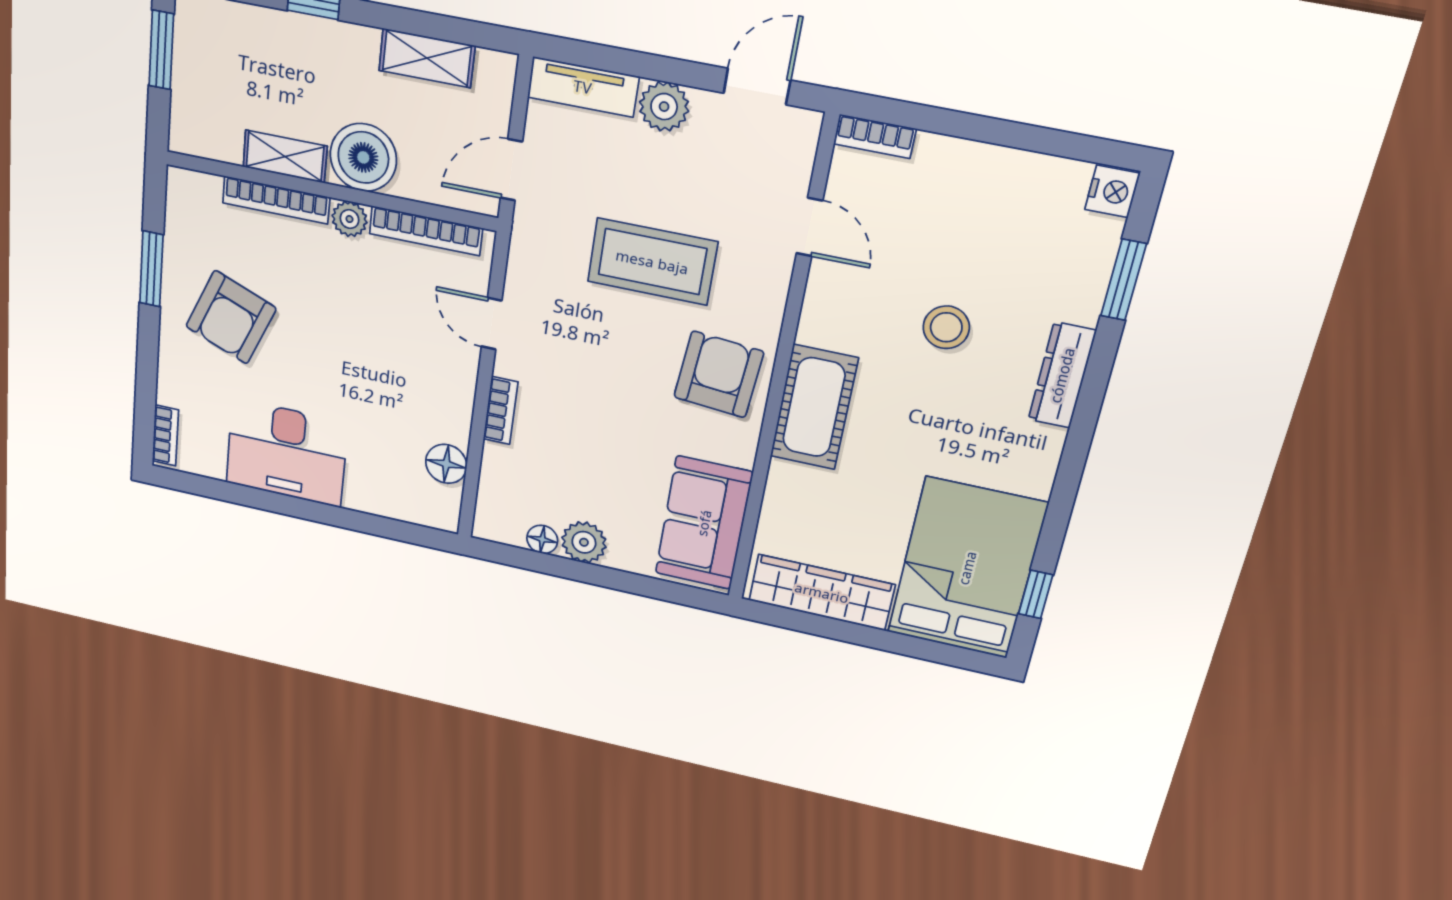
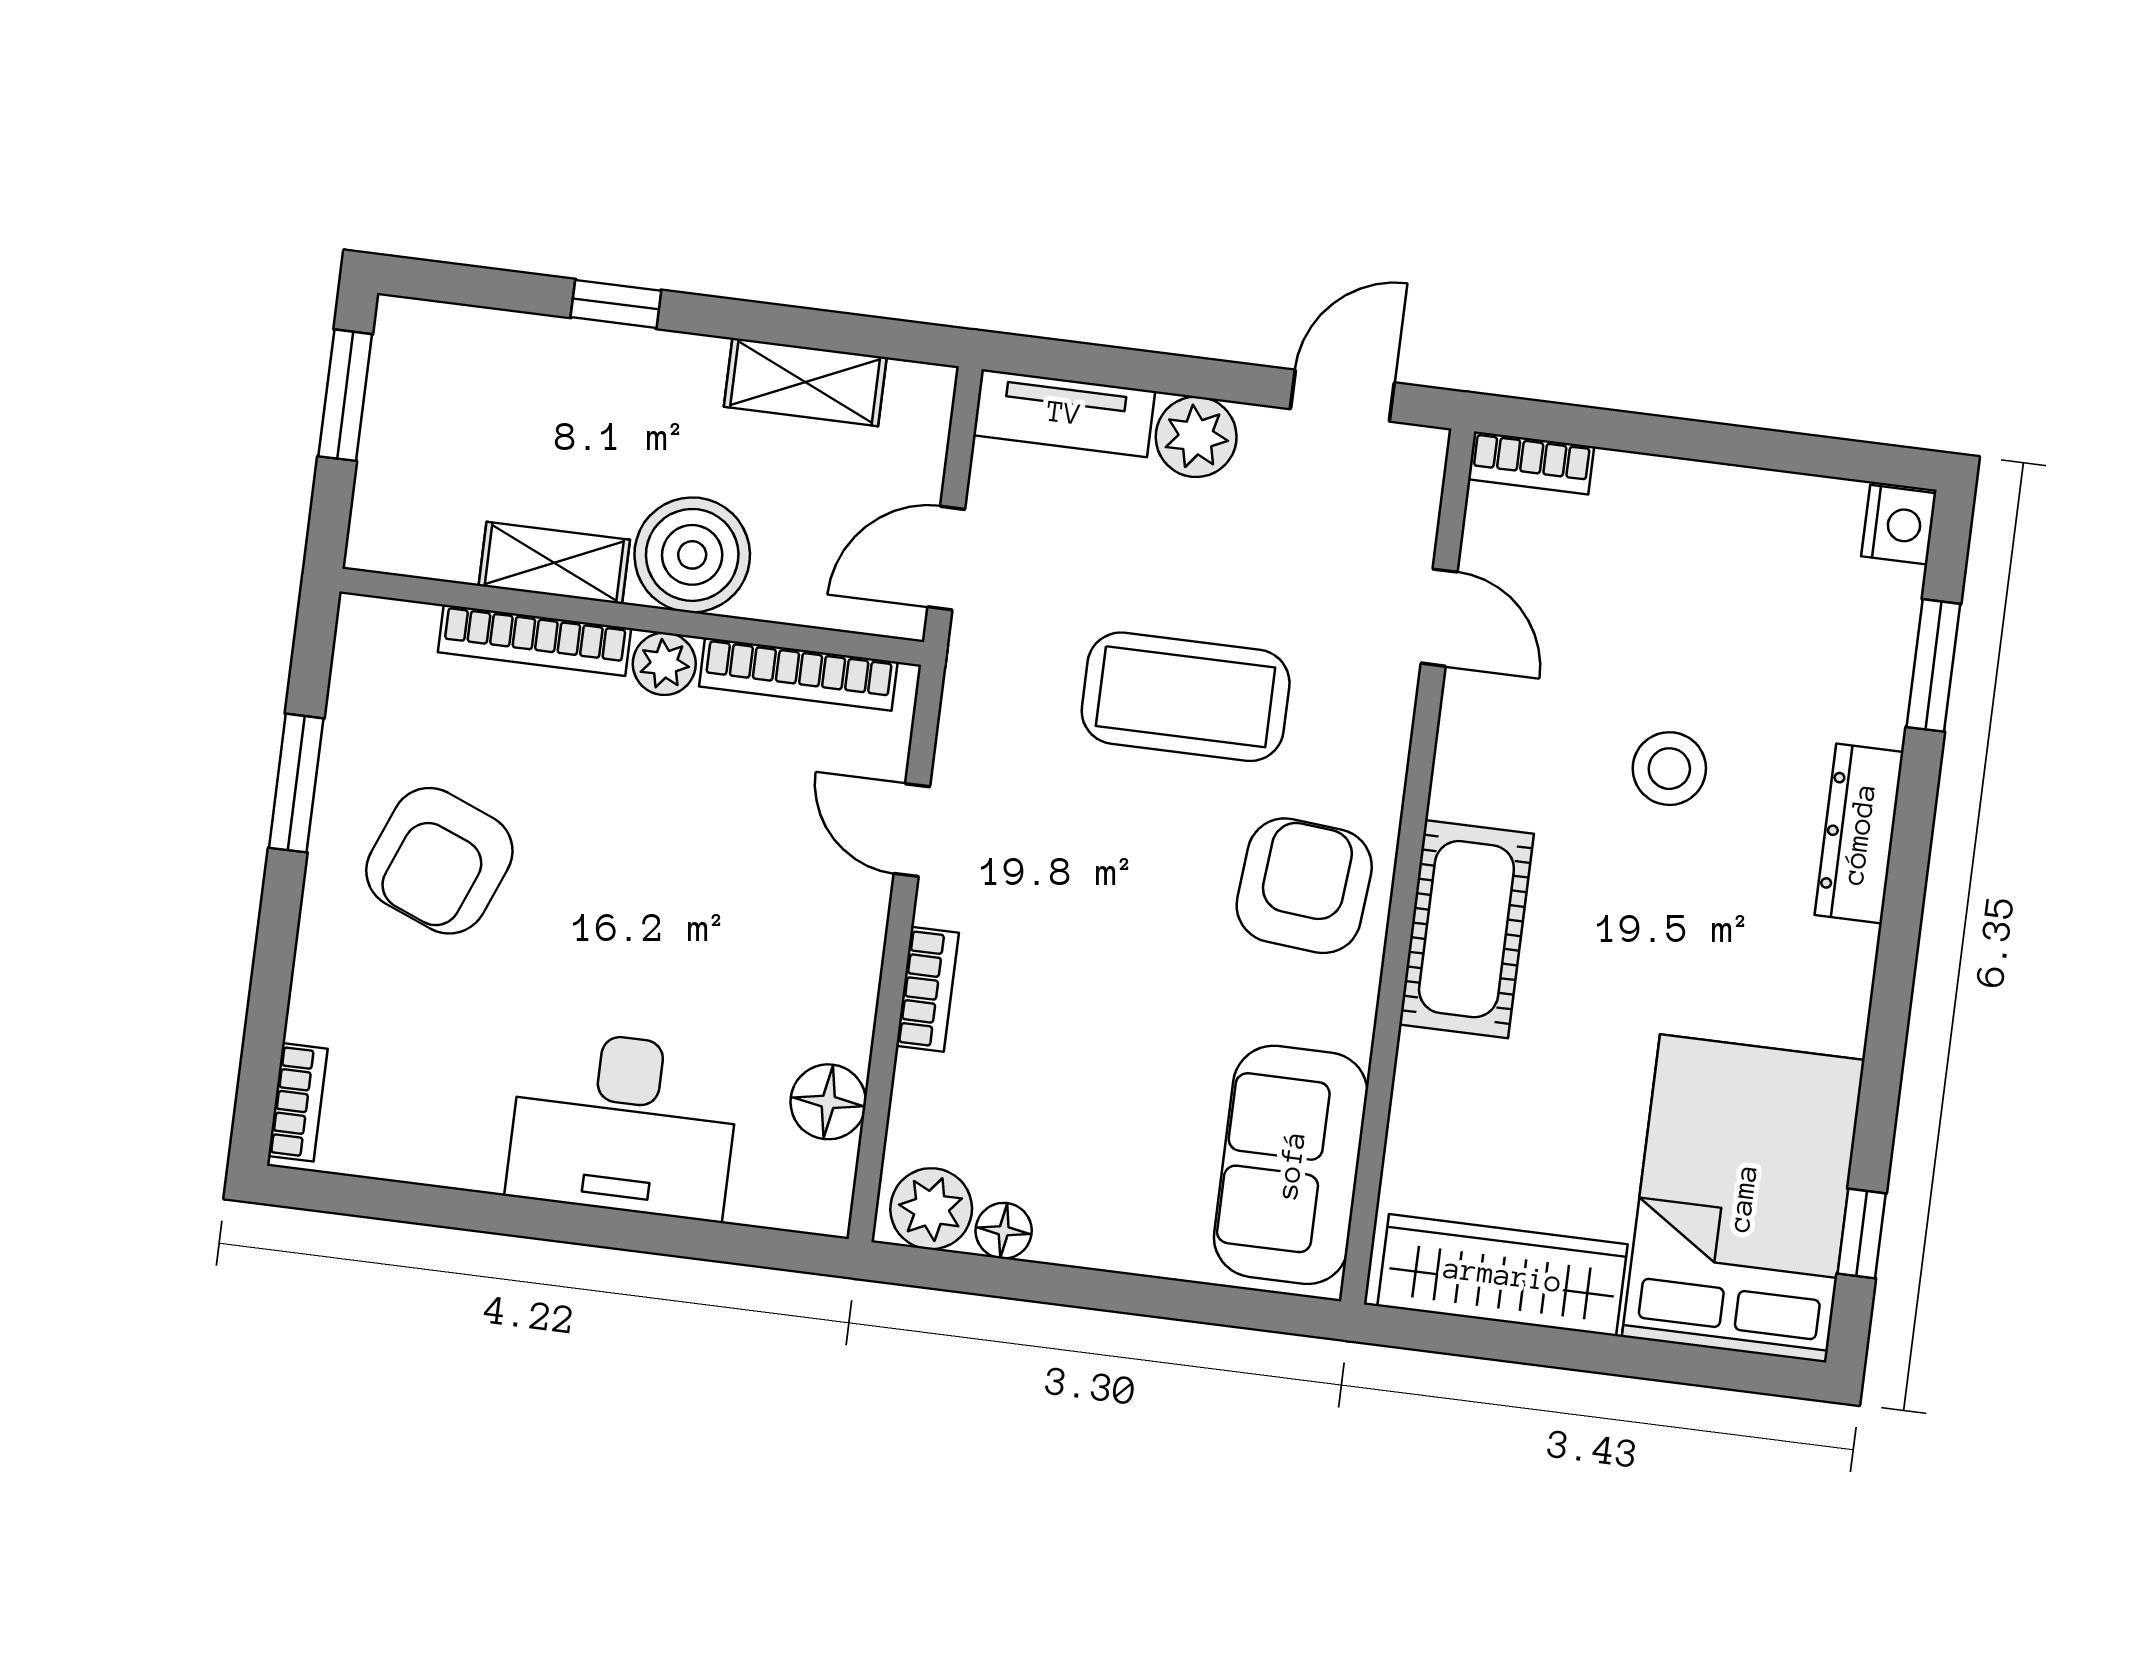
desk: (287, 453) -> (624, 1124), moved
plant: (584, 542) -> (931, 1209), moved

